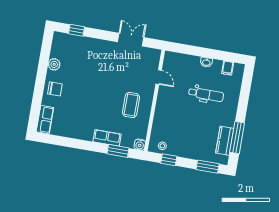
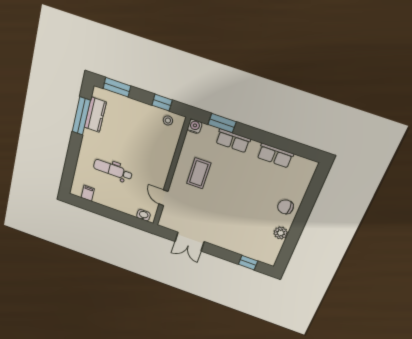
washbasin: (206, 62) -> (143, 215), moved
row of seats: (45, 120) -> (275, 156), moved, turned -90

